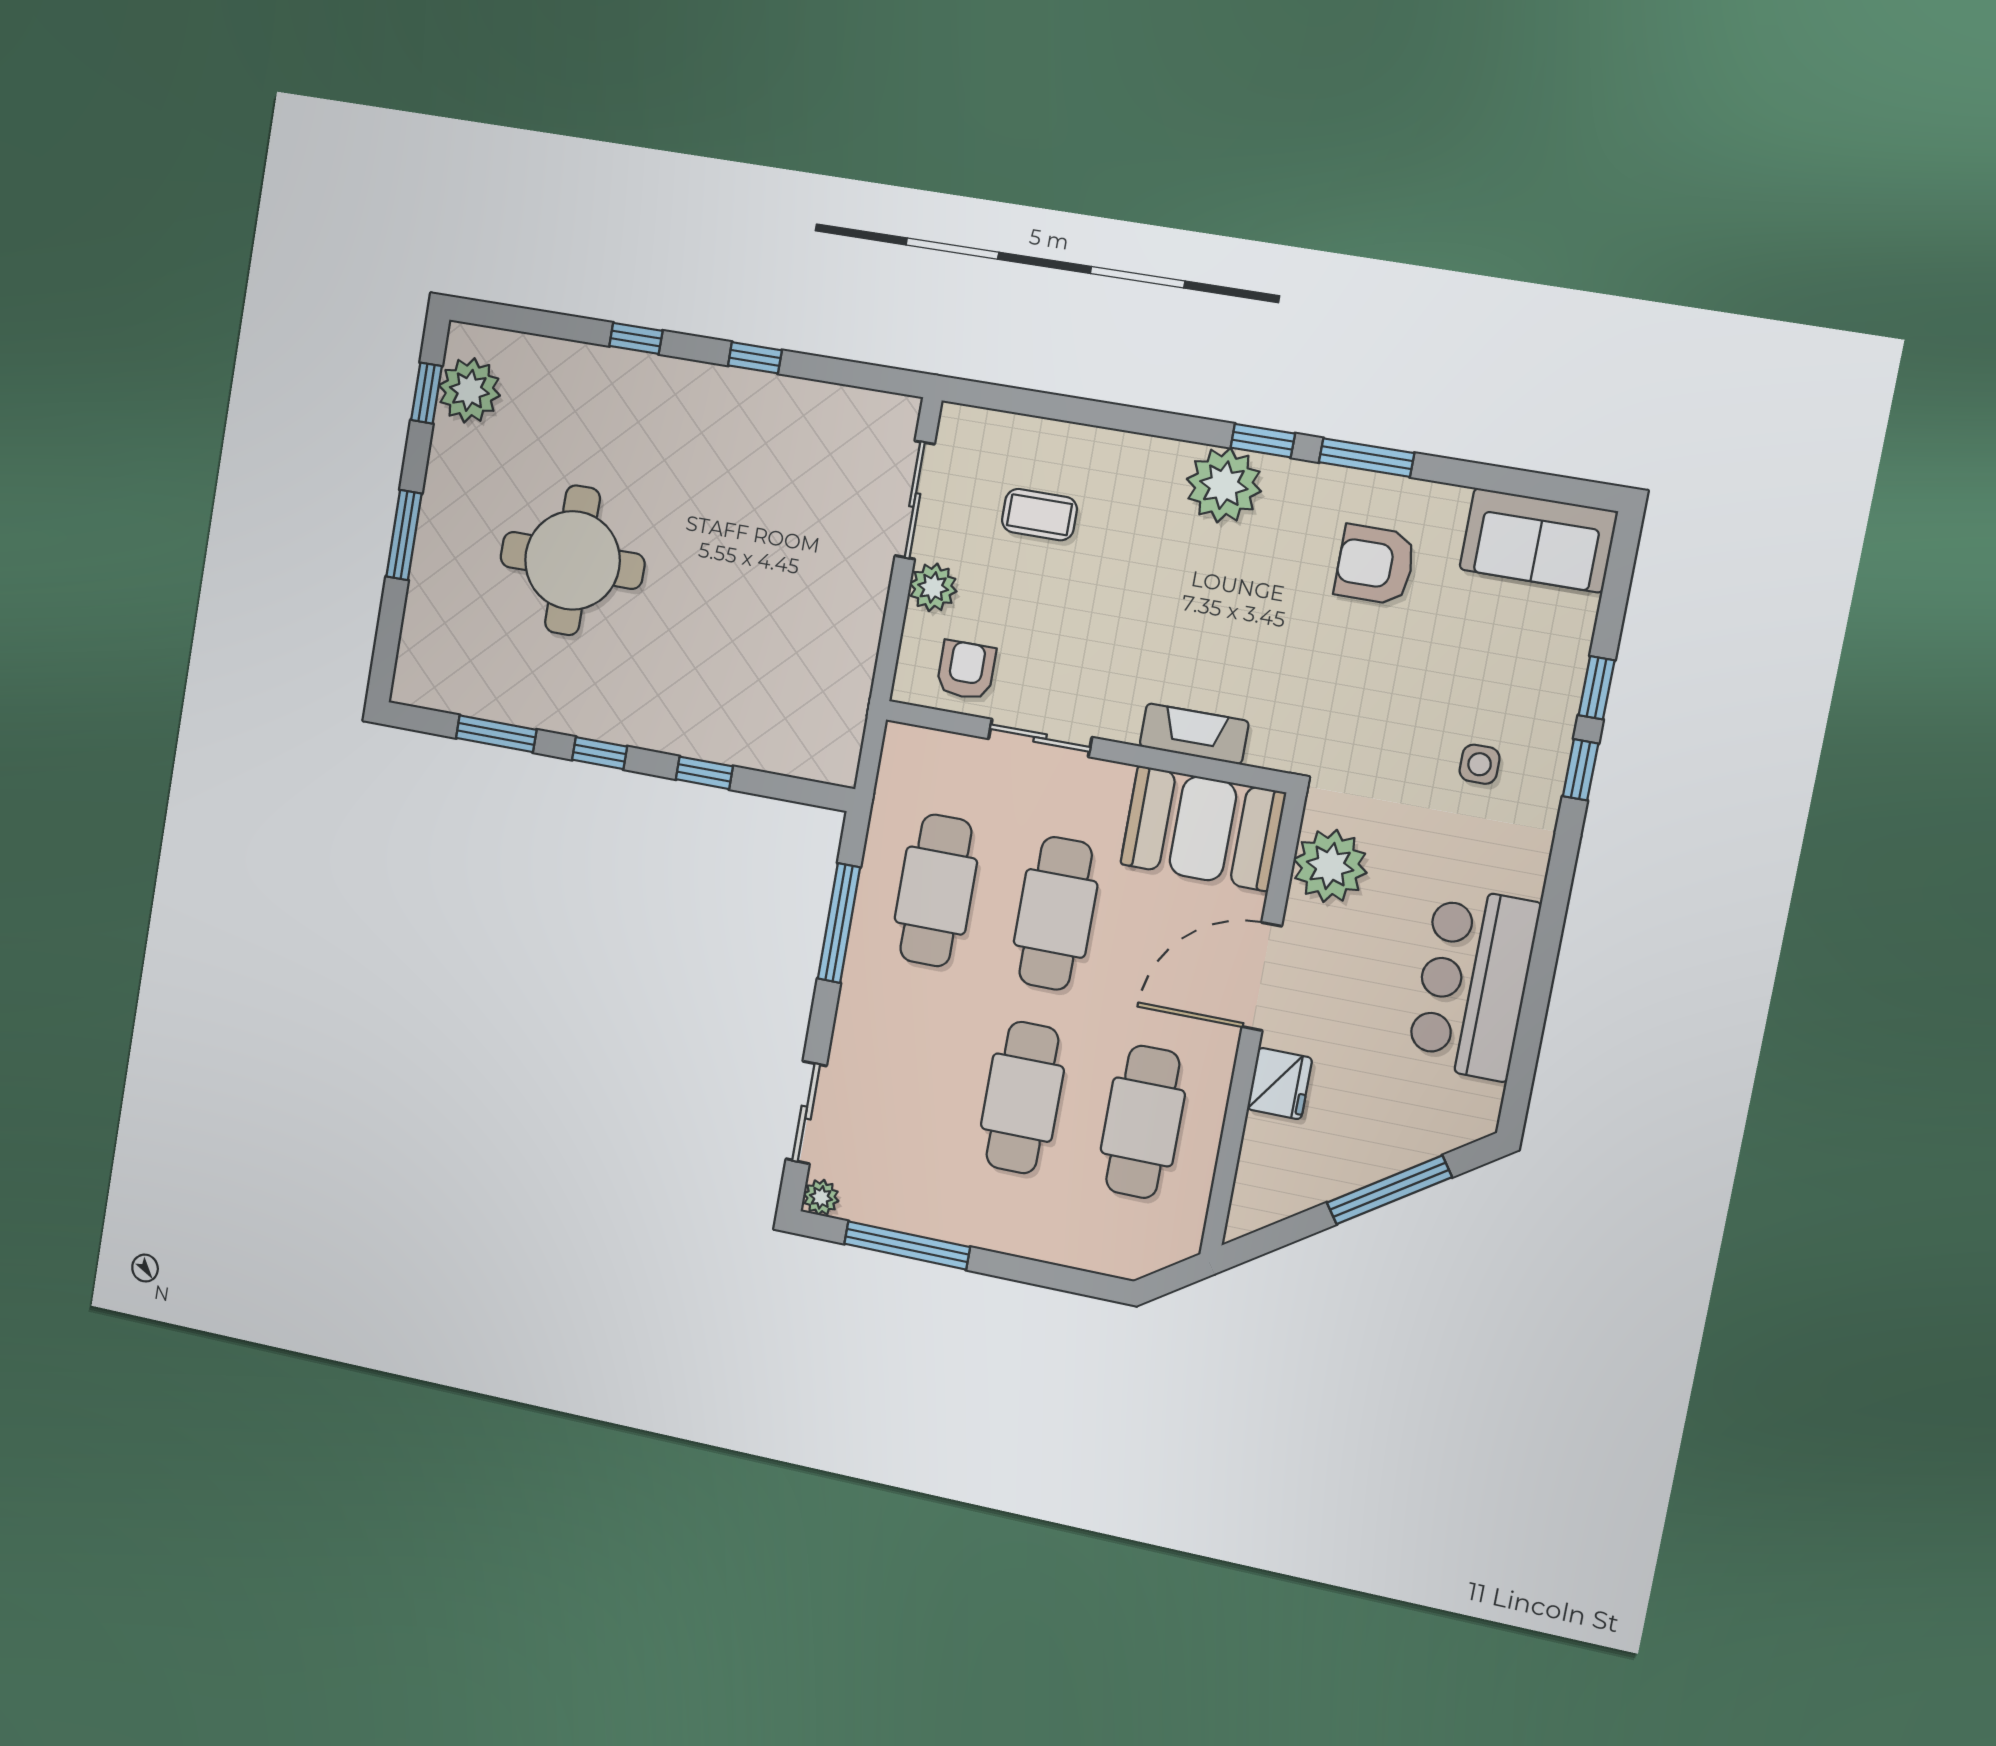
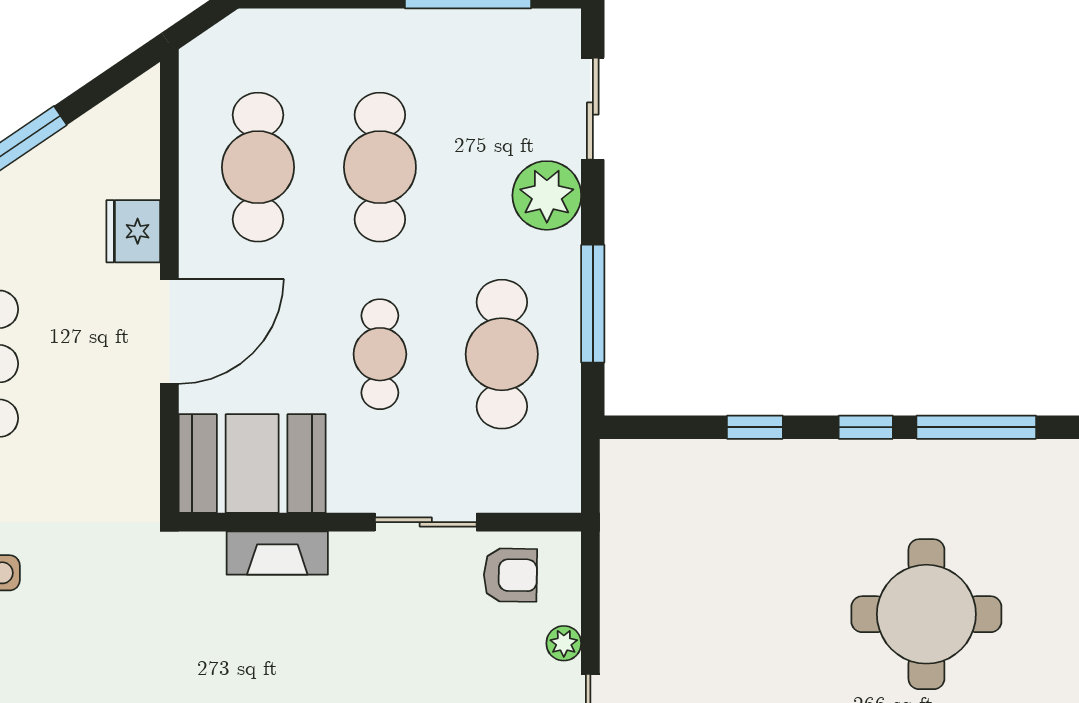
plant: (933, 587) -> (564, 643), width x0.73, depth x0.73
armchair: (966, 670) -> (510, 575), turned -89
window: (496, 734) -> (976, 427), width x1.44
plant: (1330, 866) -> (124, 450), removed
cafe table: (1056, 913) -> (380, 354), width x0.73, depth x0.74
plant: (821, 1197) -> (547, 195), moved, width x1.87, depth x1.87

